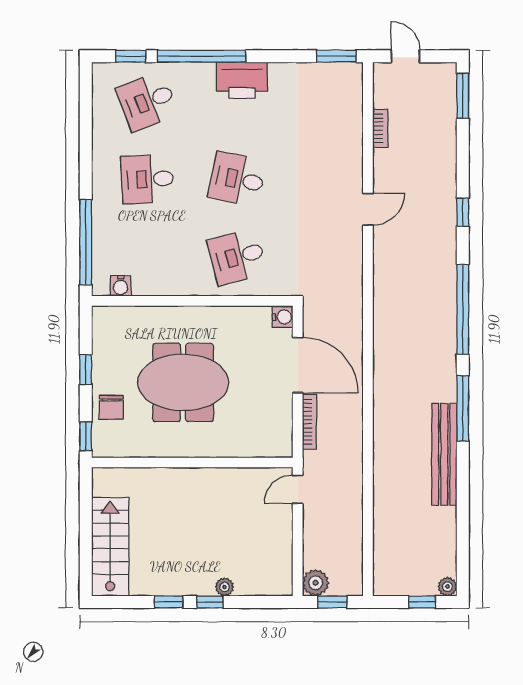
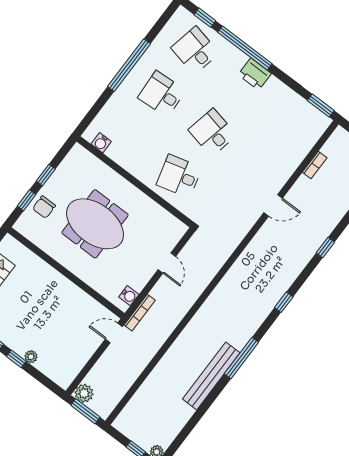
printer: (242, 80) -> (255, 74), width x0.73, depth x0.84
desk: (147, 101) -> (195, 50), turned 33
window: (86, 242) -> (129, 65), moved
window: (463, 309) -> (284, 302), width x0.32
water cooler: (283, 317) -> (129, 296), moved
door: (298, 365) -> (167, 263), width x0.53
bookcase: (309, 422) -> (140, 313), moved
window: (86, 436) -> (26, 200), moved
window: (332, 602) -> (85, 411), width x1.50

